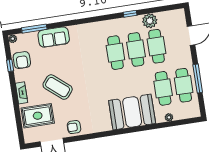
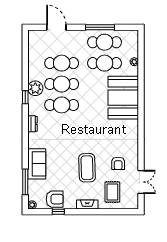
window: (130, 14) -> (25, 97), moved
plant: (150, 21) -> (35, 88), moved
dresser: (92, 27) -> (32, 124), added
coffee table: (58, 87) -> (87, 168), turned -42
rug: (38, 116) -> (112, 192), width x0.73, depth x0.70
armchair: (74, 127) -> (118, 163), moved

